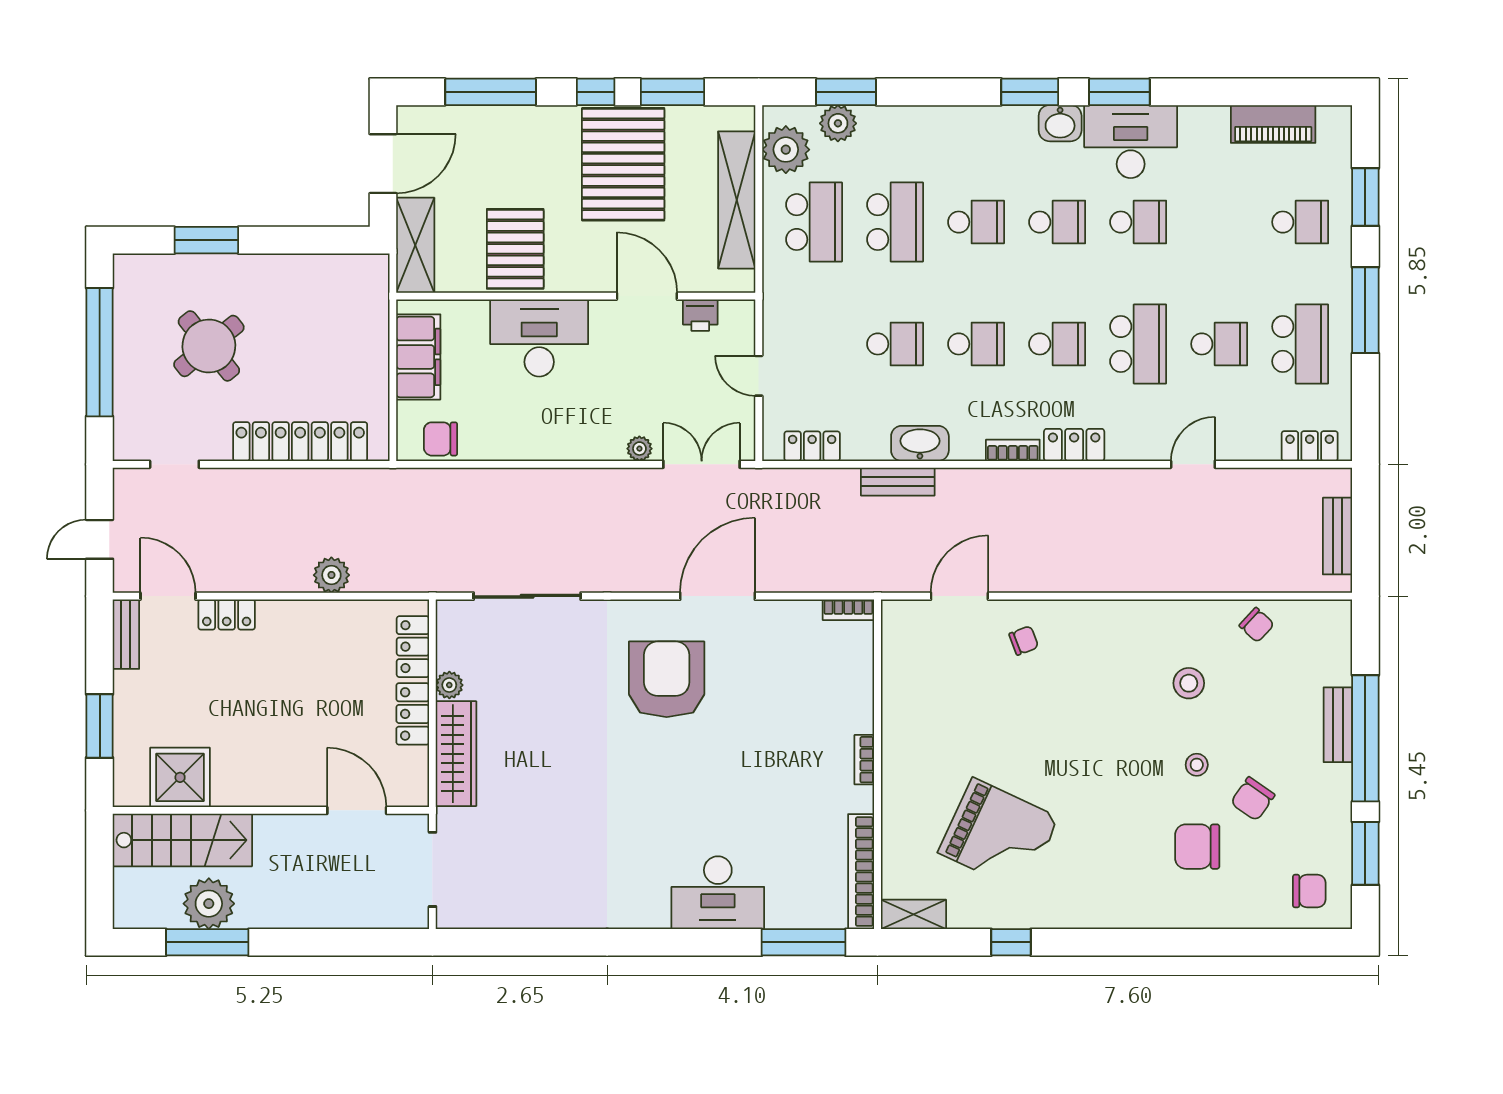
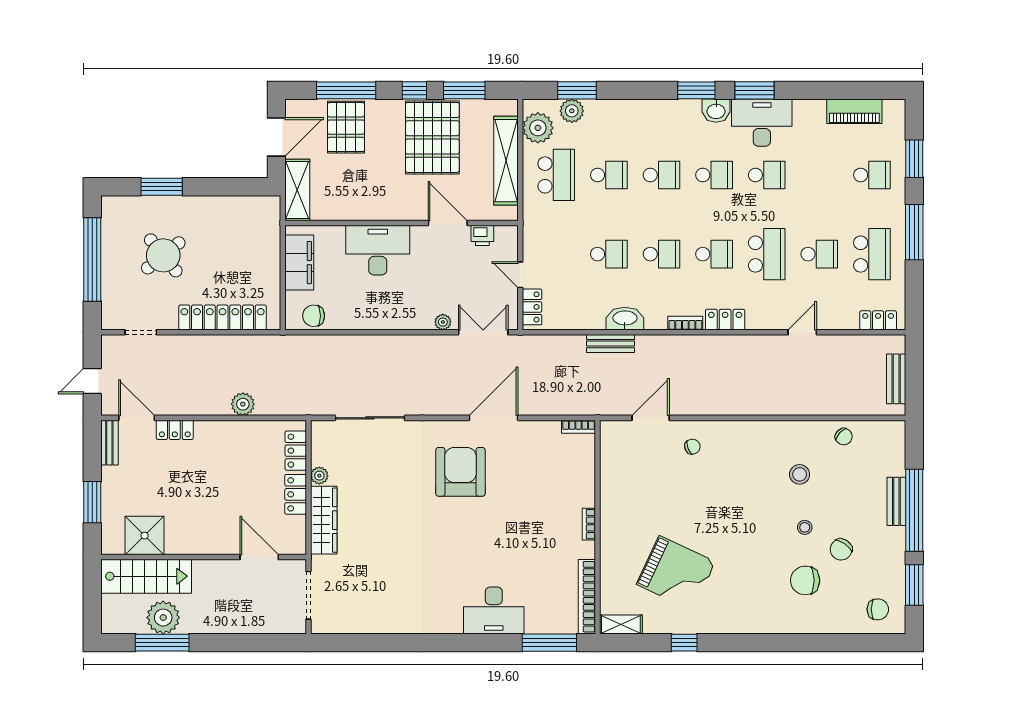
school desk: (895, 222) -> (609, 175), width x0.54
pallet: (515, 249) -> (346, 127), moved
locker: (812, 446) -> (532, 307), moved, turned 90

